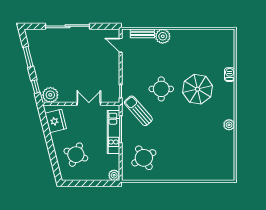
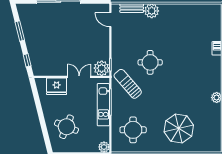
parasol: (198, 89) -> (179, 129), moved
plant: (50, 95) -> (102, 68), moved
fridge: (56, 121) -> (57, 86), moved, turned 104
round table: (144, 158) -> (133, 130), turned 30

